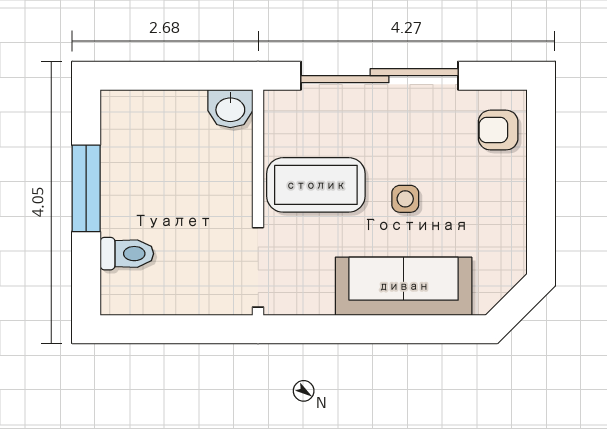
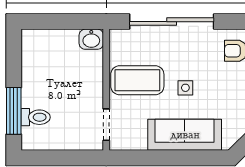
window: (86, 188) -> (14, 111), moved
doorway: (258, 267) -> (106, 125), width x0.73

